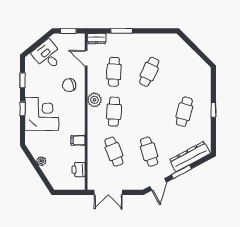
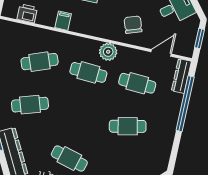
window: (122, 31) -> (185, 104), width x2.11
dresser: (97, 39) -> (181, 76), width x1.44
cafe table: (149, 72) -> (128, 126), turned -36

